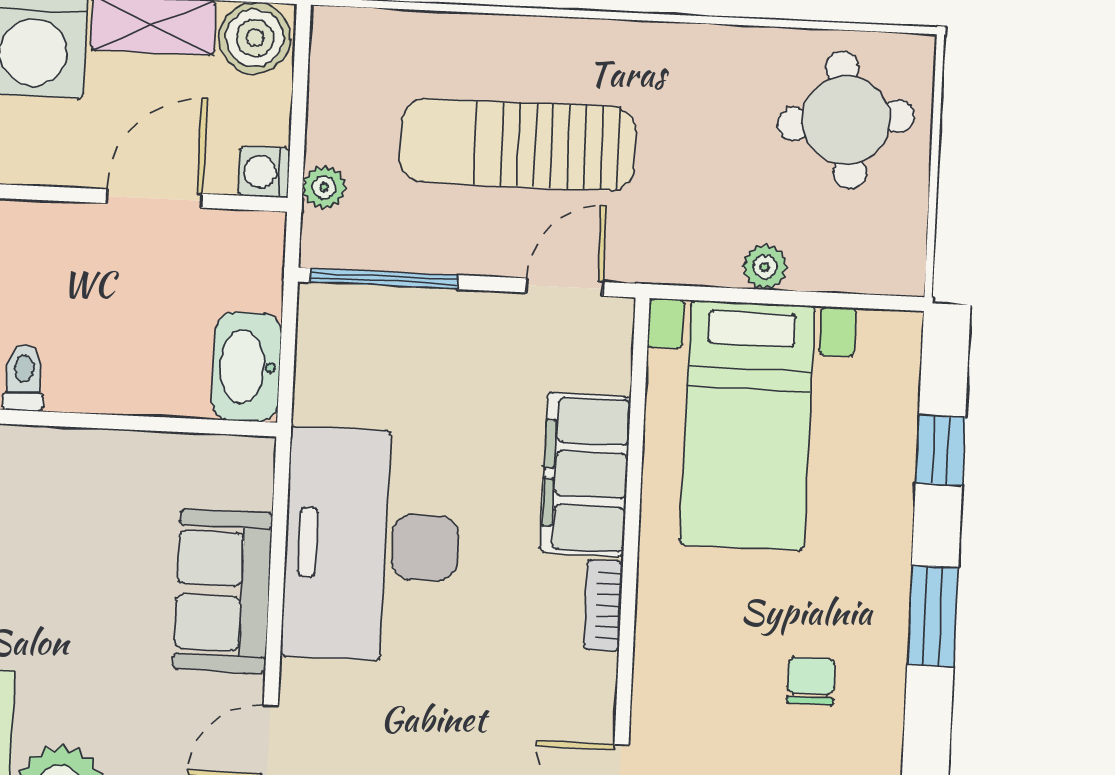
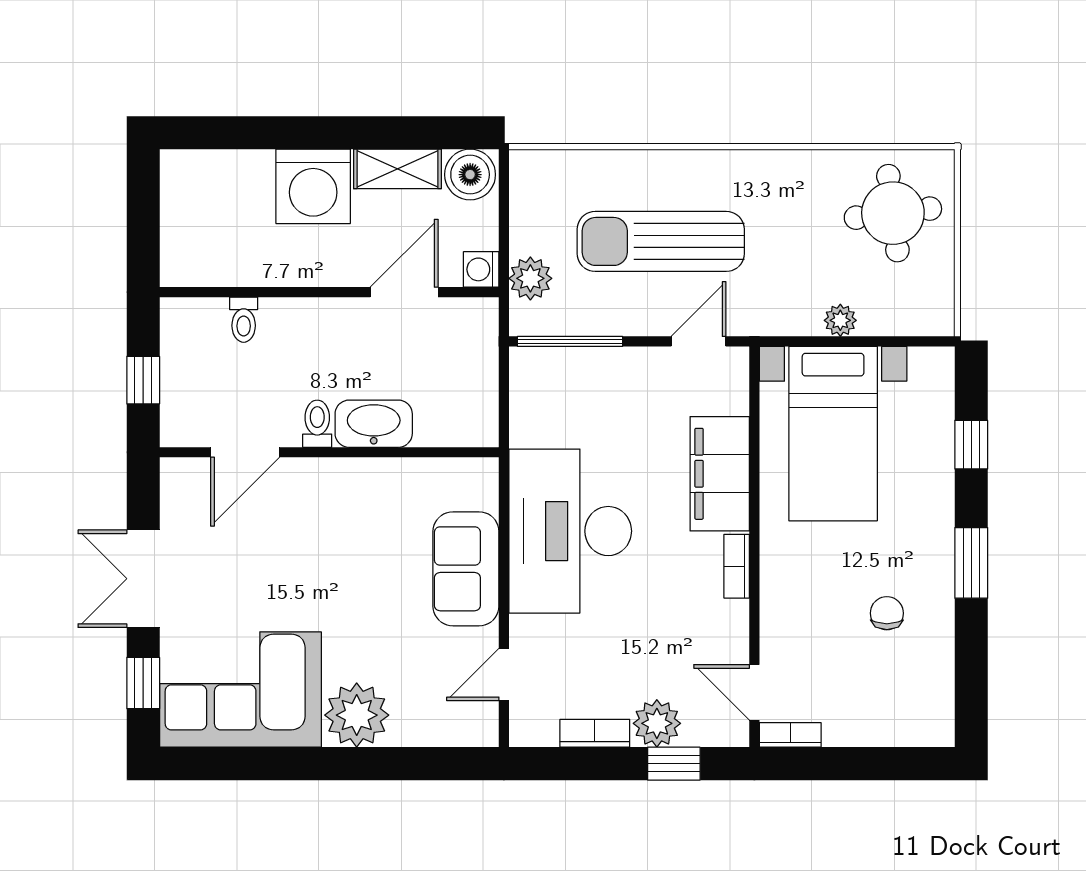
plant: (324, 187) -> (530, 278), width x1.38, depth x1.38
washbasin: (247, 367) -> (374, 424), moved, turned 90

